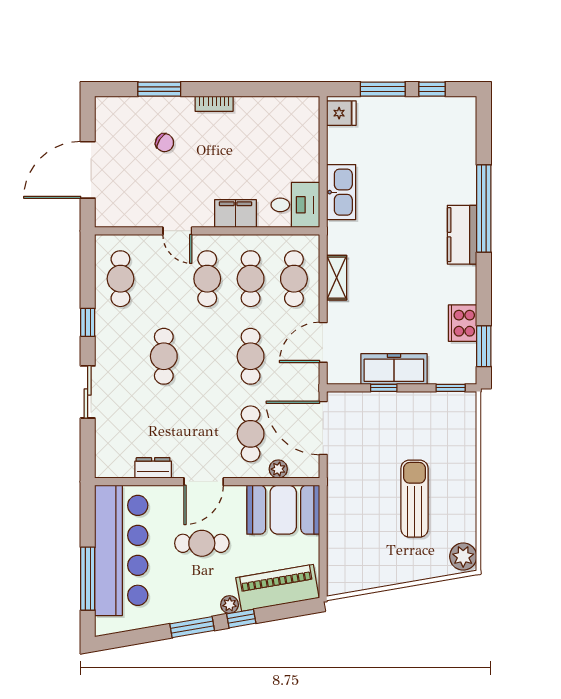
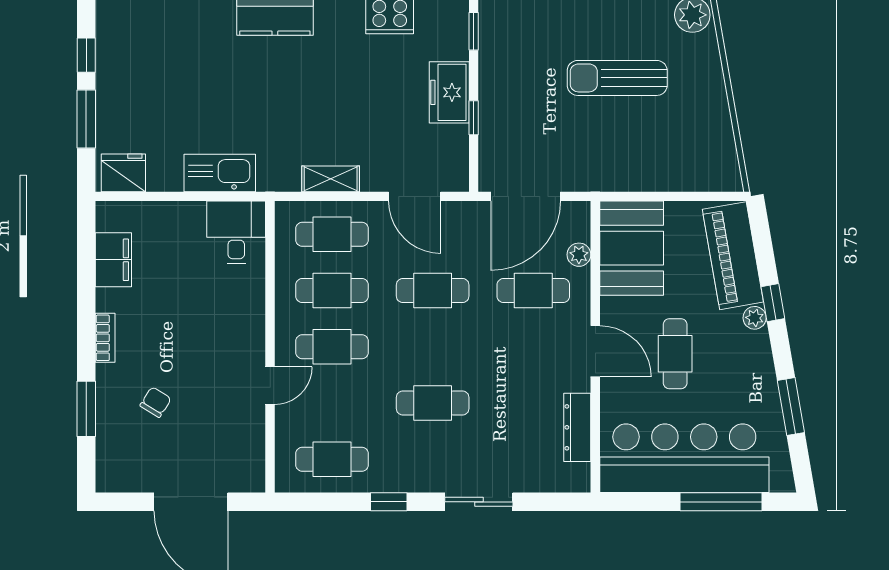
fridge: (341, 113) -> (123, 173), width x1.38
filing cabinet: (235, 213) -> (113, 260), moved, turned 180
freezer: (394, 369) -> (449, 92), width x0.71
dresser: (153, 468) -> (577, 427), width x1.44
window: (192, 627) -> (791, 406), moved

